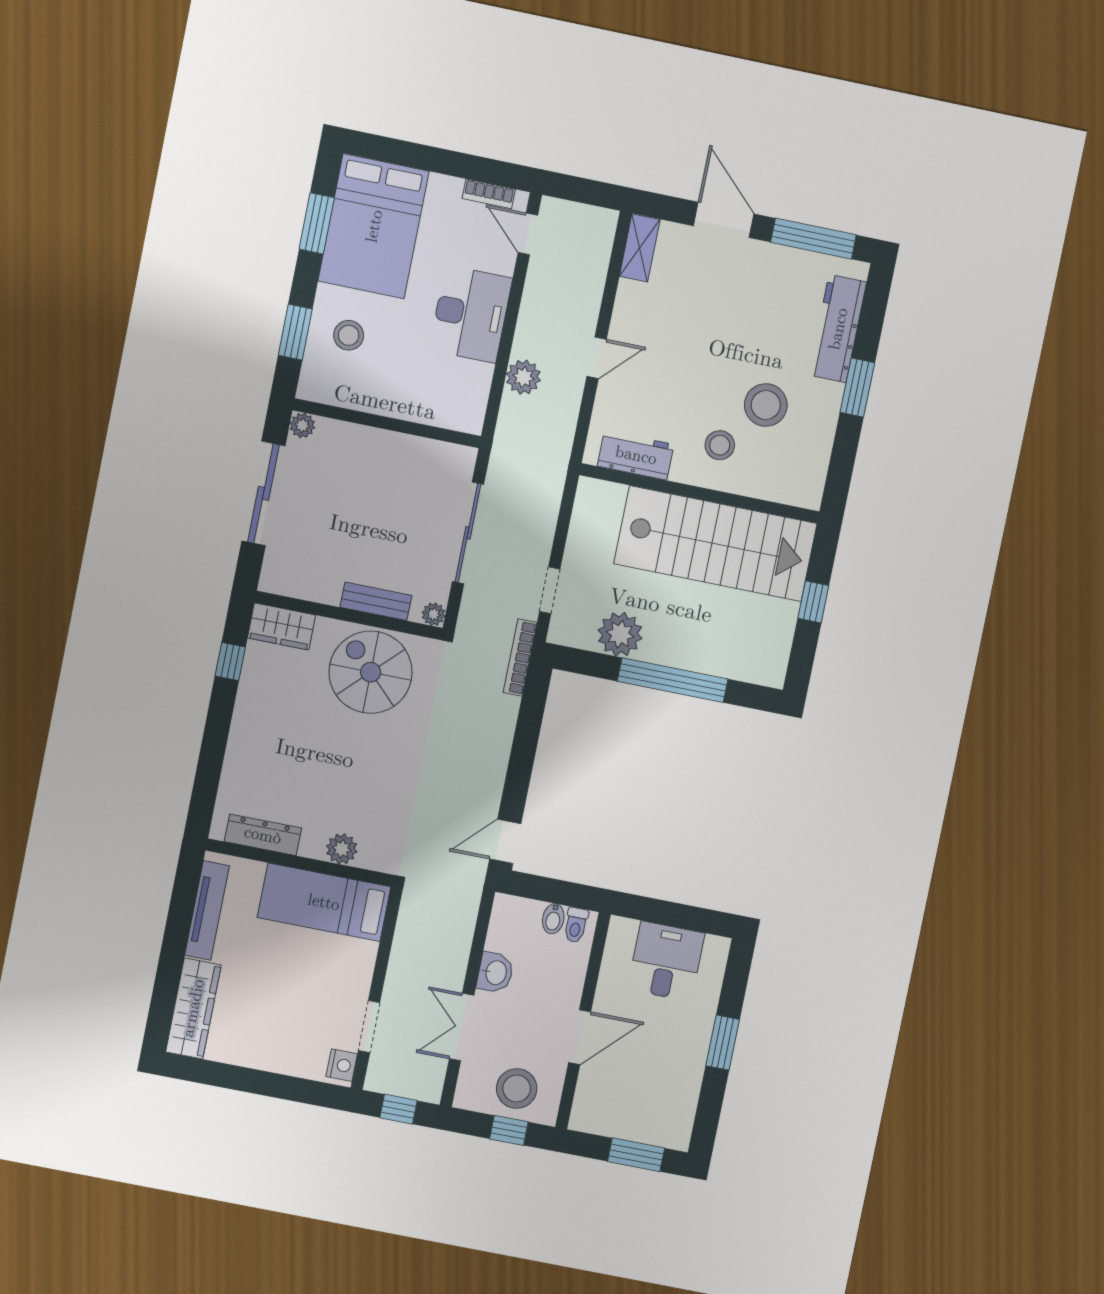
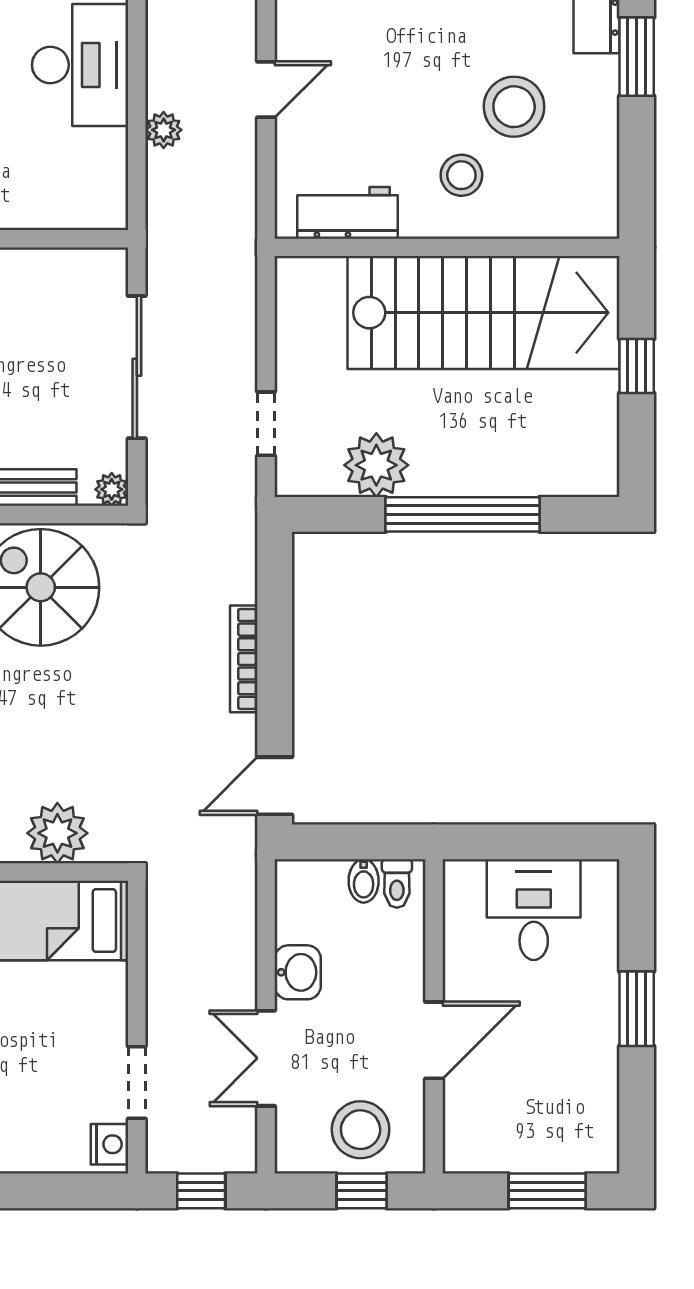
plant: (523, 377) -> (164, 130), width x0.73, depth x0.73
bookcase: (520, 657) -> (244, 659), moved
plant: (342, 849) -> (57, 833), width x1.36, depth x1.36

